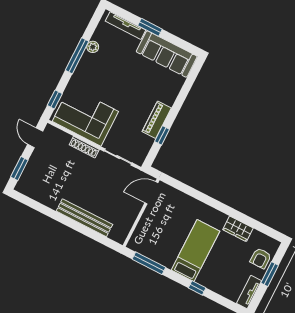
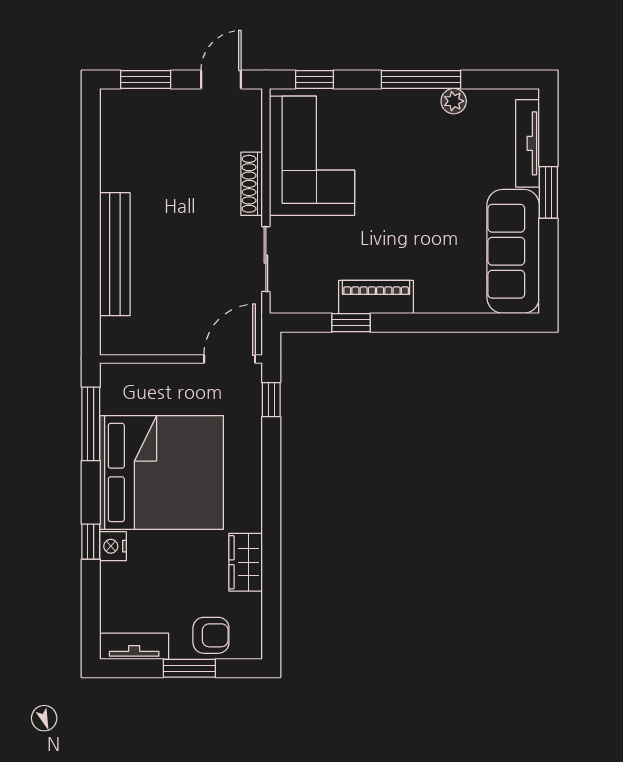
window: (177, 184) -> (271, 400), added
door: (151, 193) -> (230, 359), hinge flipped
bed: (195, 251) -> (161, 472), width x2.04
armchair: (261, 258) -> (211, 635), turned 180
nightstand: (204, 280) -> (113, 546), added

